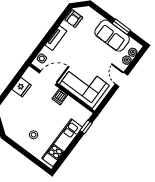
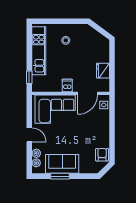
tv unit: (56, 38) -> (105, 129), removed

